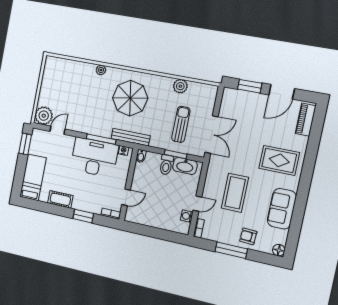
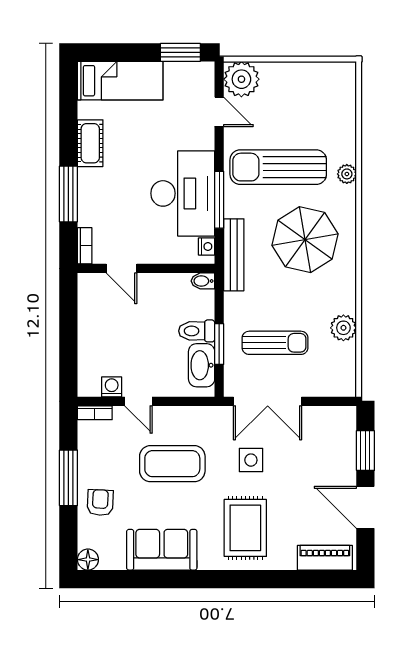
sun lounger: (91, 105) -> (278, 167), added
side table: (242, 150) -> (251, 460), added
window: (83, 216) -> (68, 194), width x1.44

